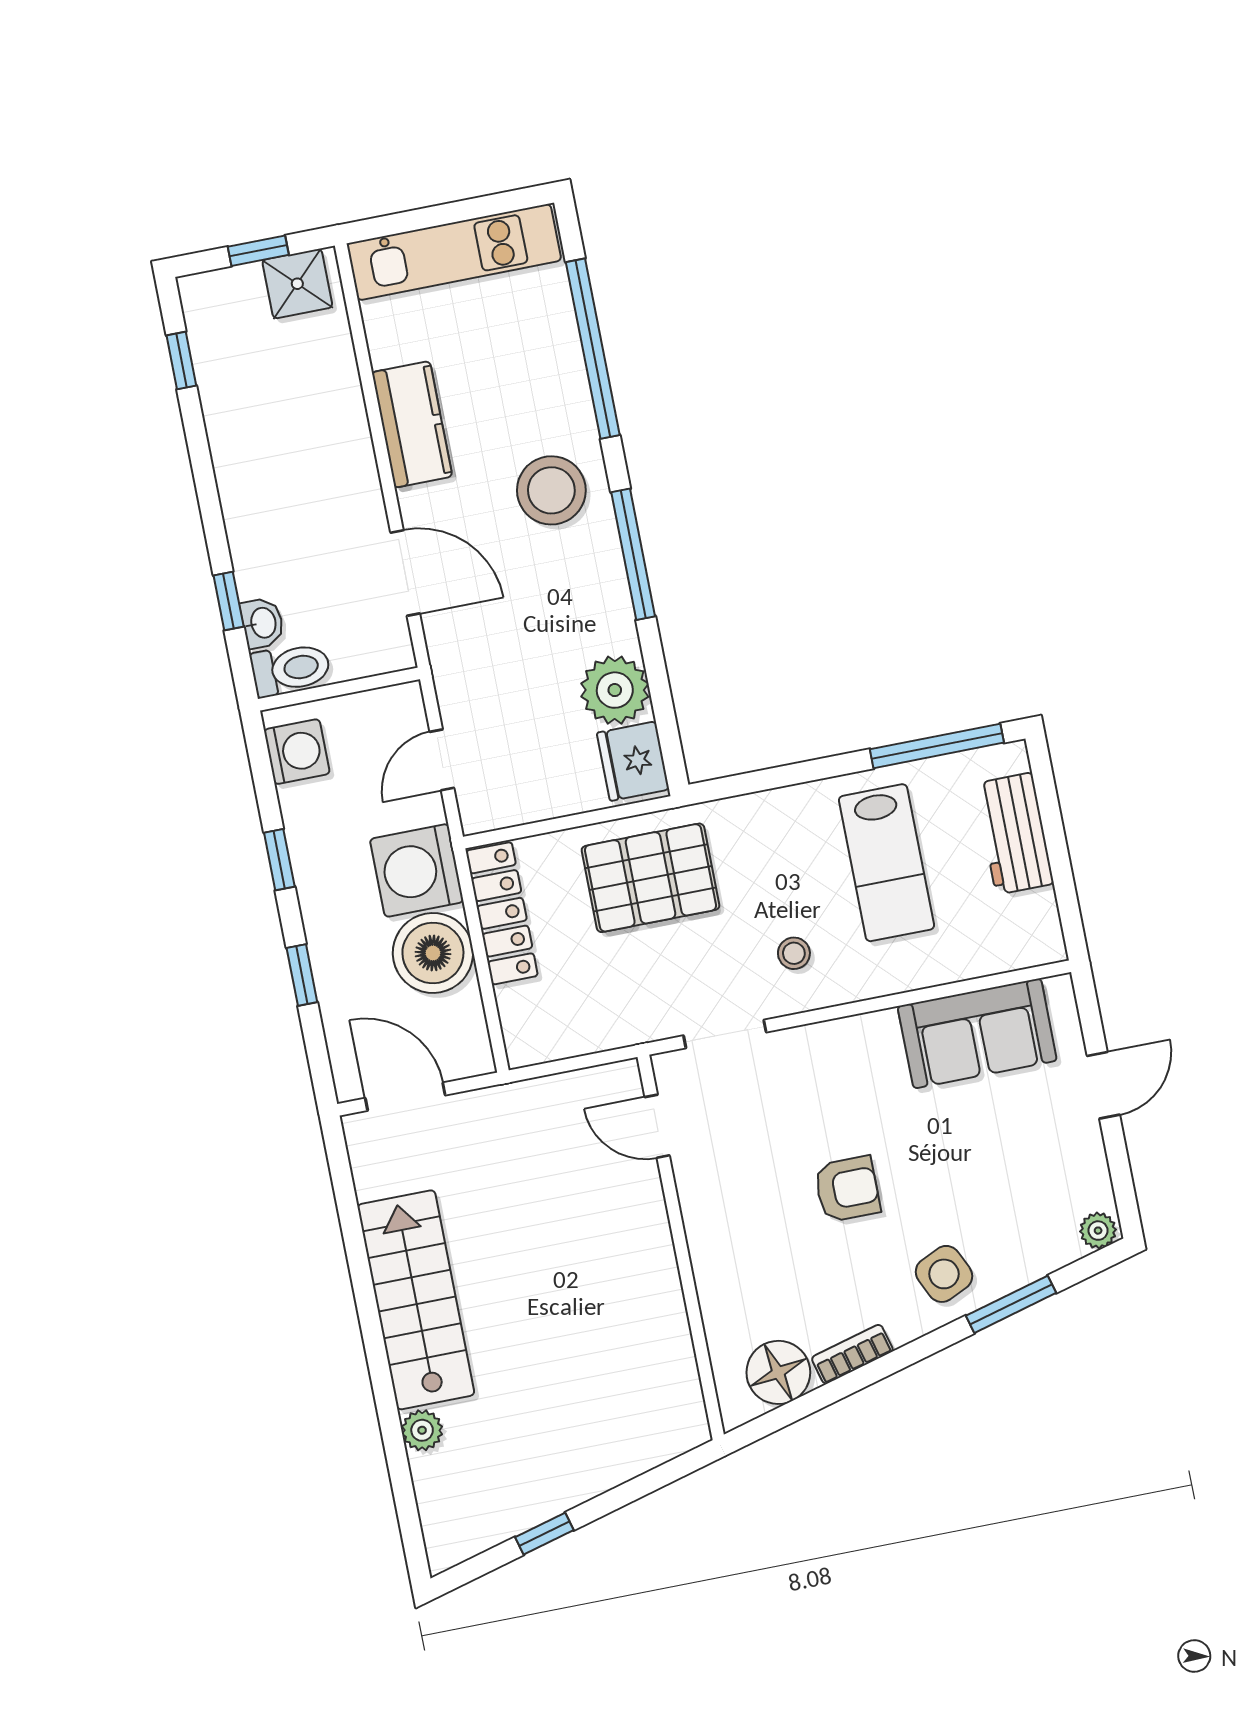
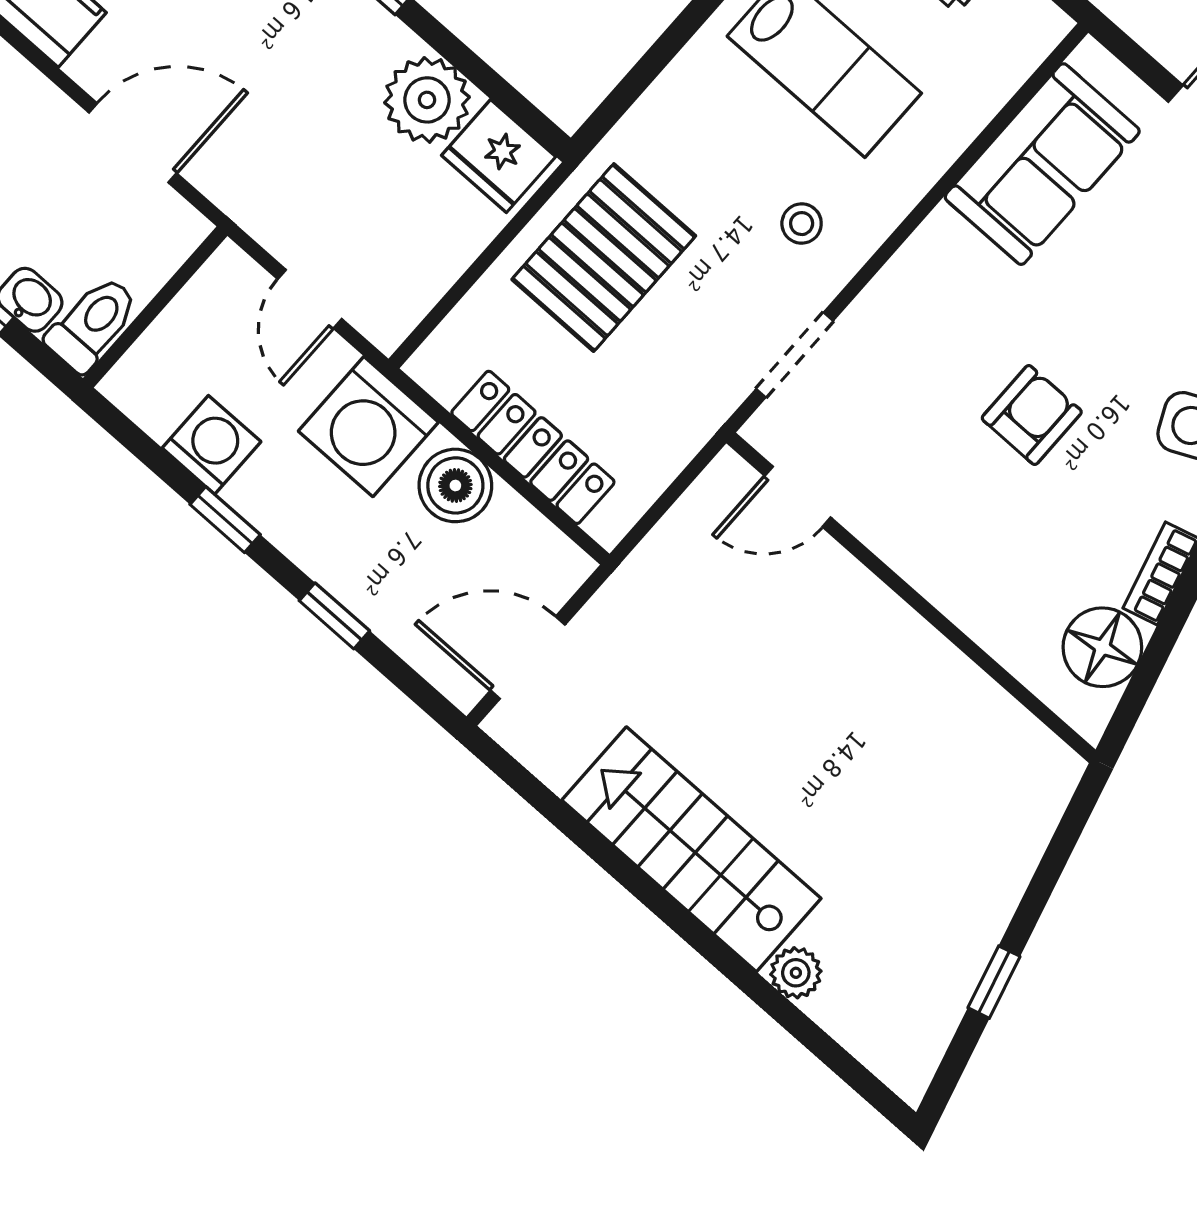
washing machine: (297, 752) -> (212, 445), moved
locker: (502, 913) -> (533, 447), moved
boiler: (433, 953) -> (455, 485), width x0.73, depth x0.73

